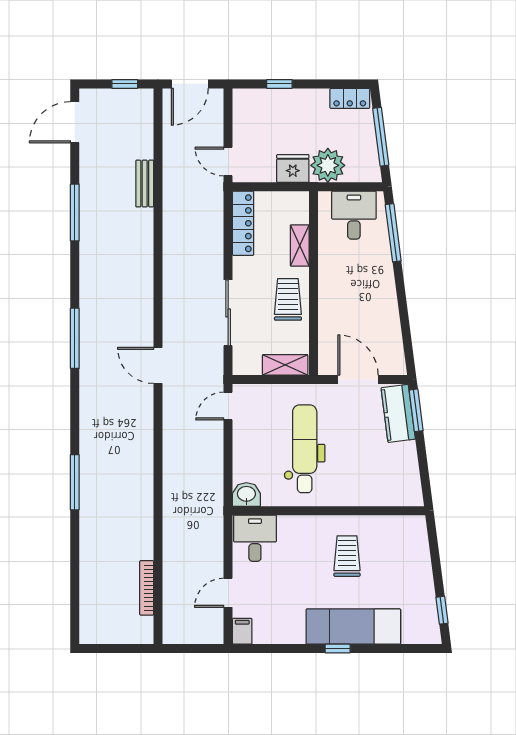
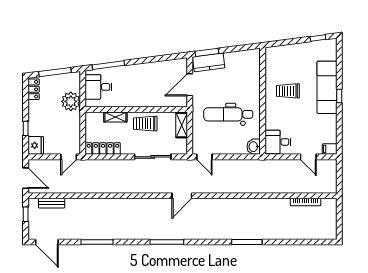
fridge: (293, 168) -> (36, 145), moved, turned 180
bench: (145, 184) -> (52, 203), moved

